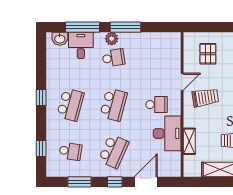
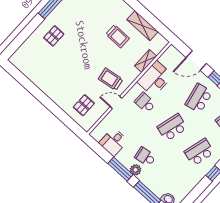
desk: (81, 45) -> (113, 142), moved
school desk: (113, 151) -> (199, 98), turned -36

